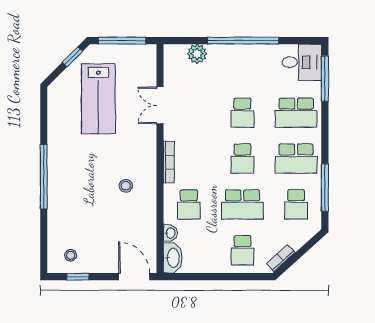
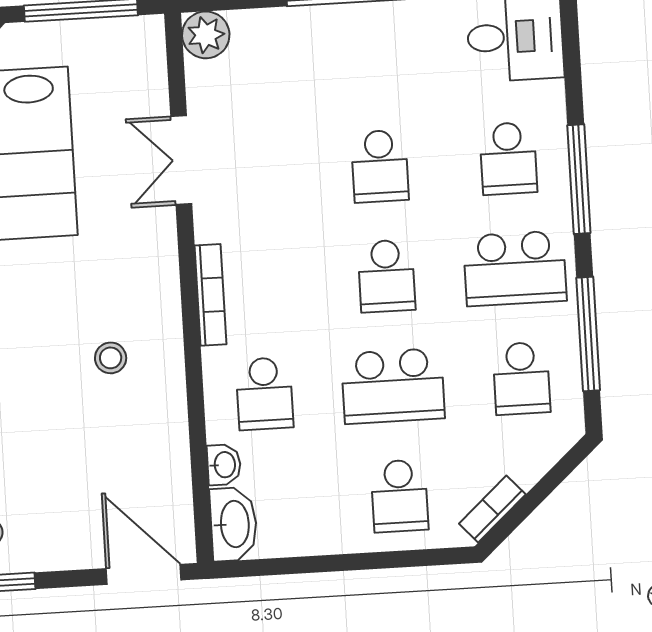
plant: (197, 54) -> (206, 35), moved
window: (325, 79) -> (579, 179), moved
school desk: (296, 113) -> (508, 158), width x0.54

